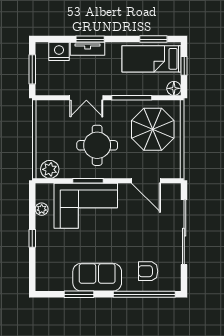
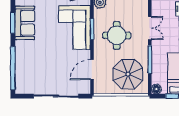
double door: (86, 98) -> (150, 28), swing flipped
armchair: (148, 271) -> (29, 71), removed
sofa: (97, 277) -> (25, 23), moved

